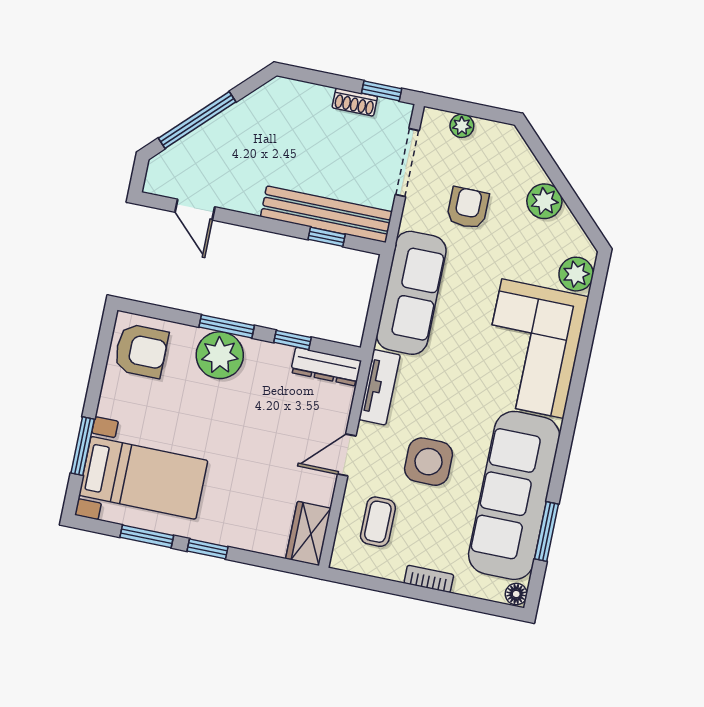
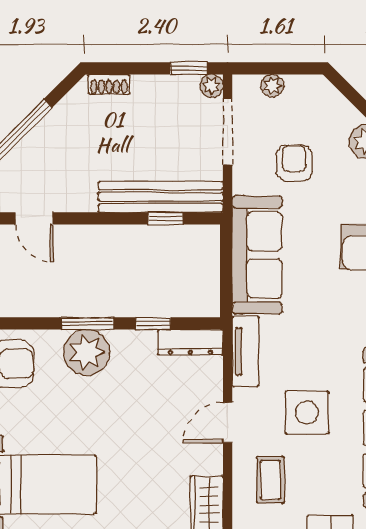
shoe rack: (355, 102) -> (109, 84), moved
plant: (401, 113) -> (211, 86), added

